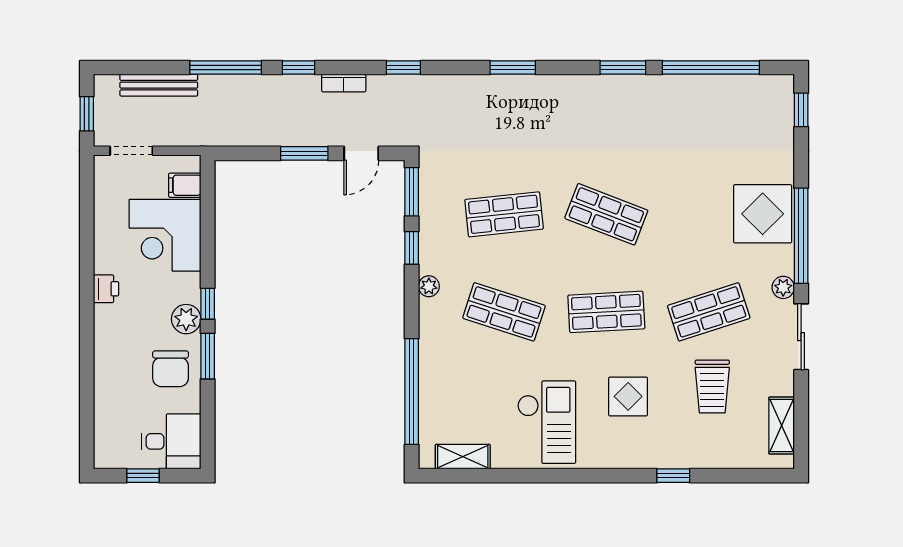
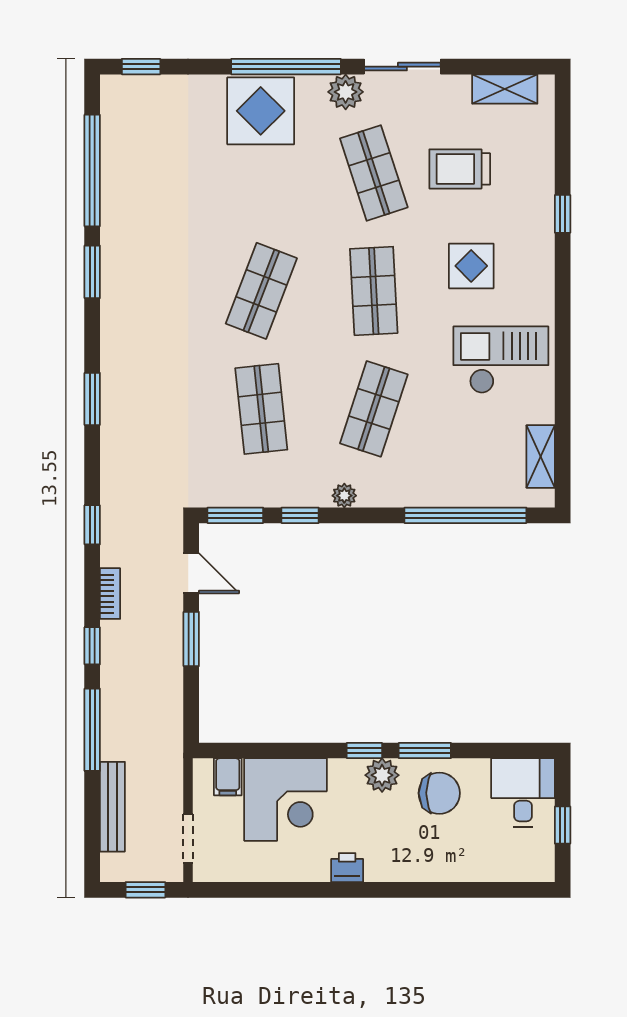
plant: (783, 287) -> (346, 92), width x1.38, depth x1.38
trolley: (712, 386) -> (460, 169), turned 180

